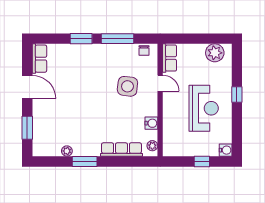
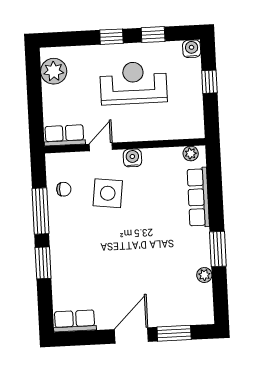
chair: (144, 50) -> (64, 189), moved
door: (27, 87) -> (131, 335), moved
water cooler: (151, 123) -> (132, 158), moved
window: (237, 124) -> (153, 35), added

